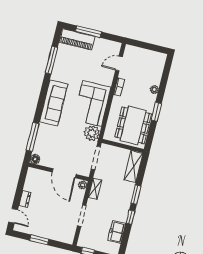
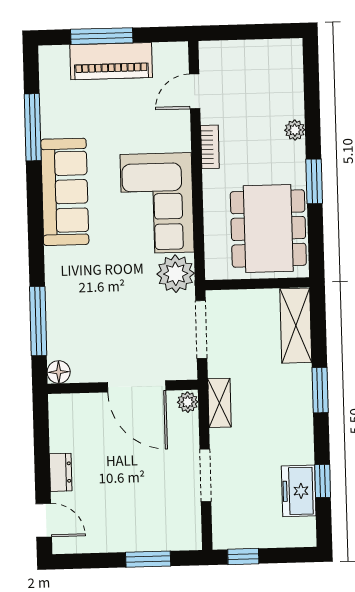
piano: (77, 39) -> (111, 61), moved
sofa: (54, 103) -> (65, 192), moved
window: (130, 217) -> (323, 481), moved
window: (39, 240) -> (148, 559), moved

